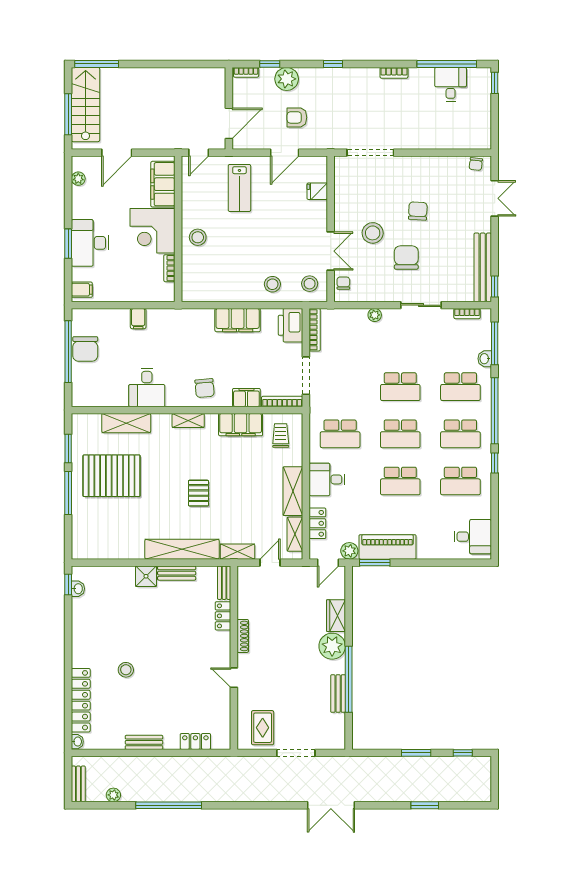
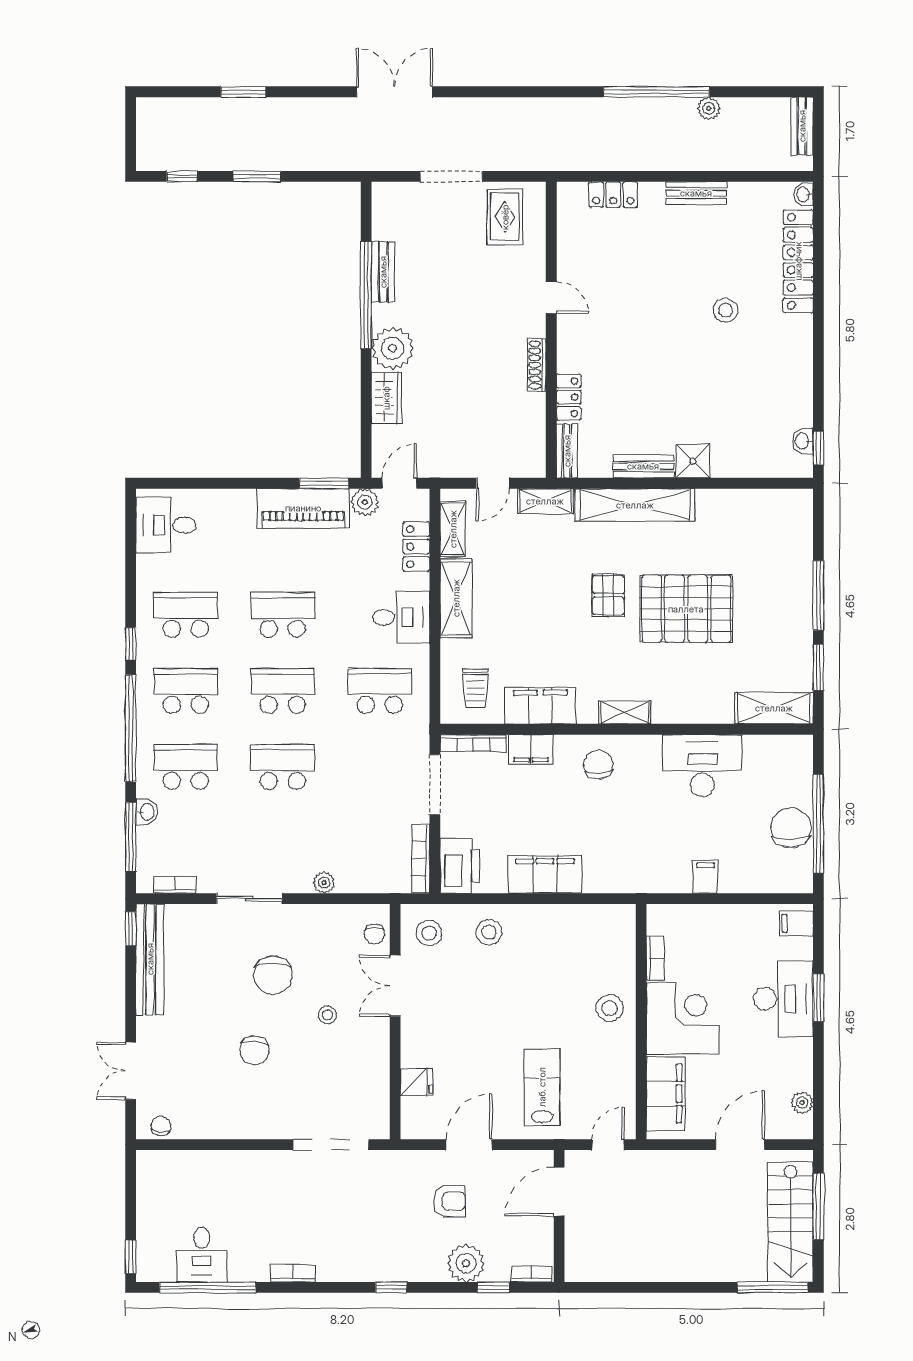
stool: (373, 233) -> (327, 1015), width x0.53, depth x0.53
desk: (147, 387) -> (702, 766), width x1.37
shelving: (126, 423) -> (774, 708), moved
pallet: (112, 476) -> (686, 609), moved
plant: (113, 795) -> (709, 108), moved

